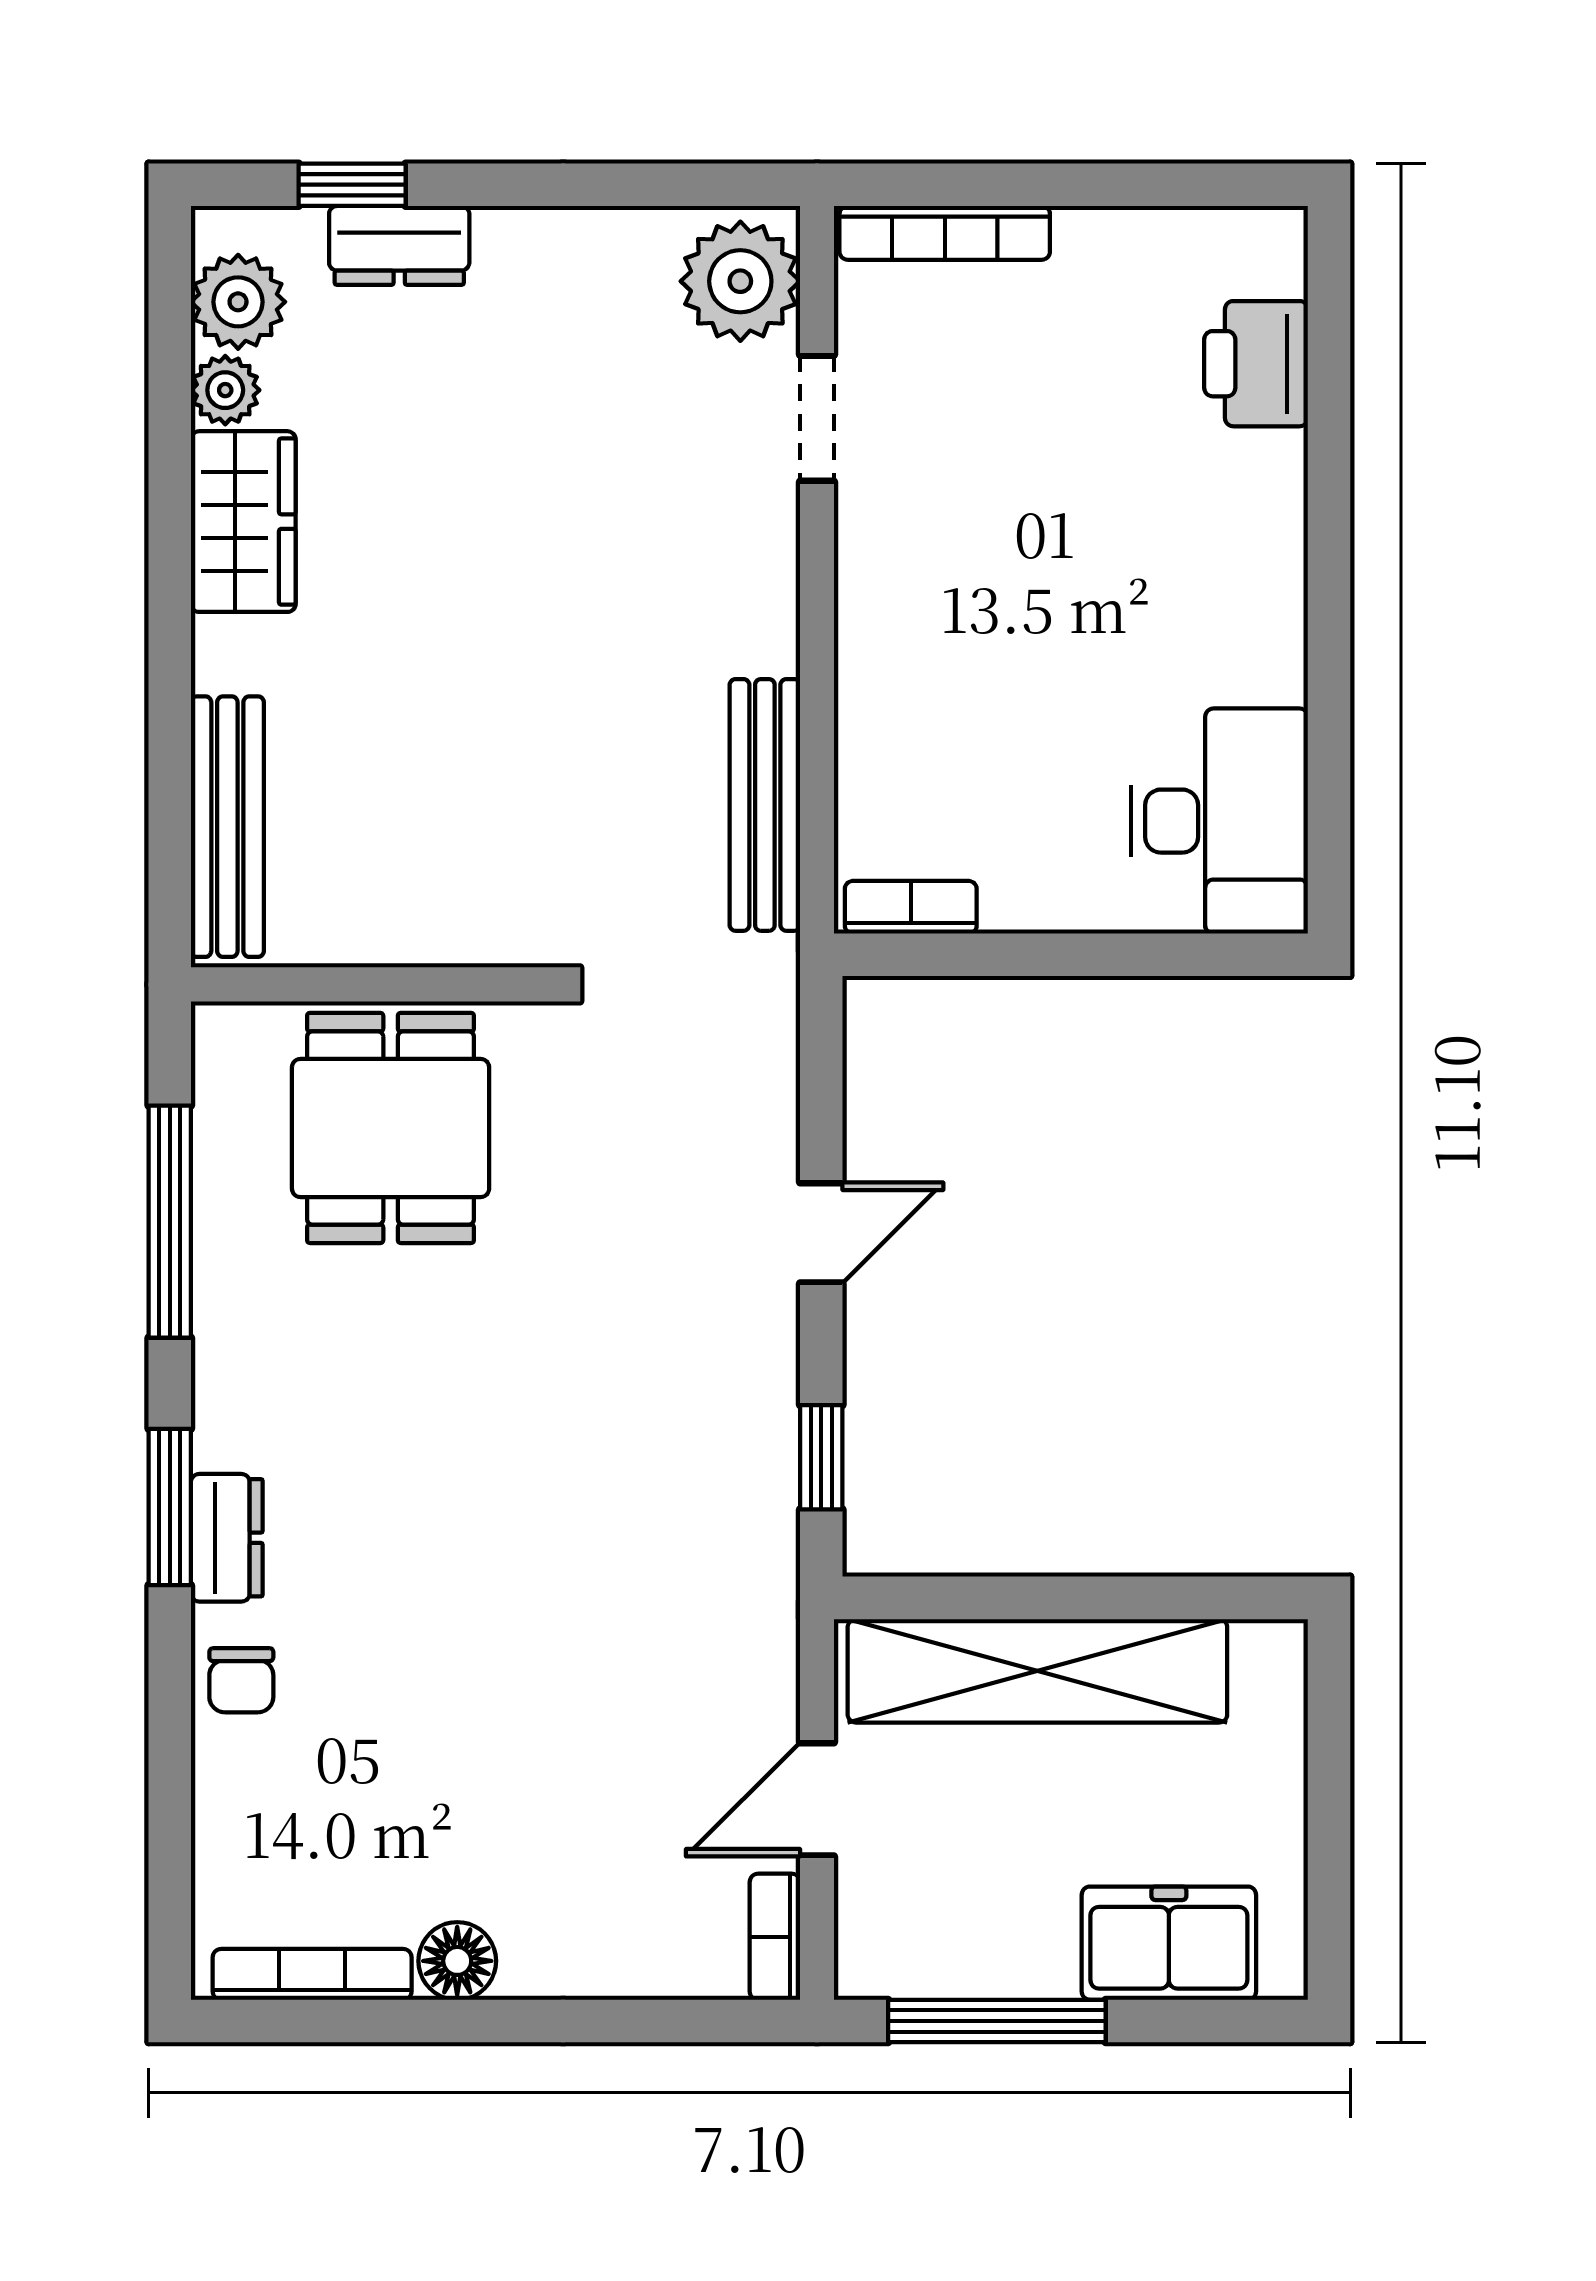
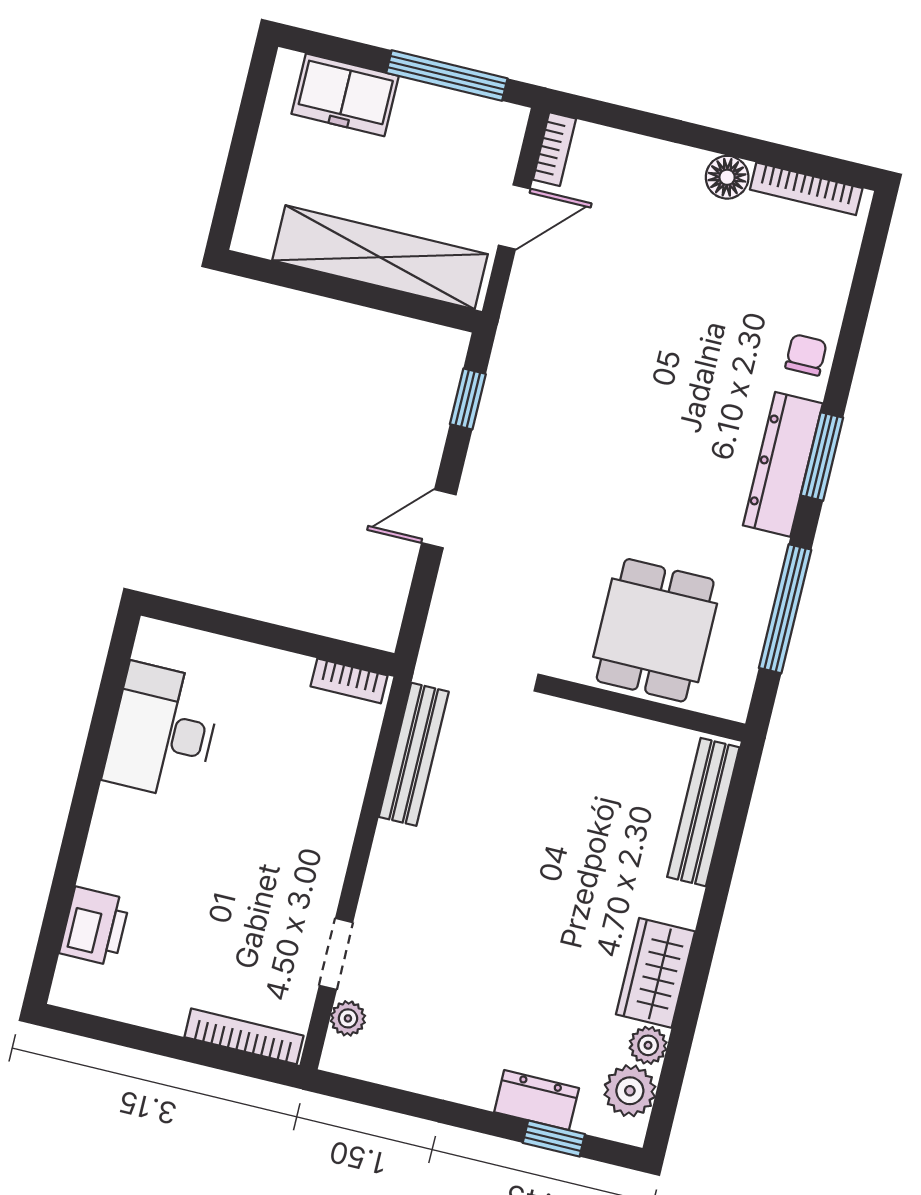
plant: (740, 281) -> (348, 1018), width x0.53, depth x0.53
desk: (1219, 821) -> (163, 731), moved
dresser: (227, 1538) -> (783, 464), width x1.96, depth x1.24

